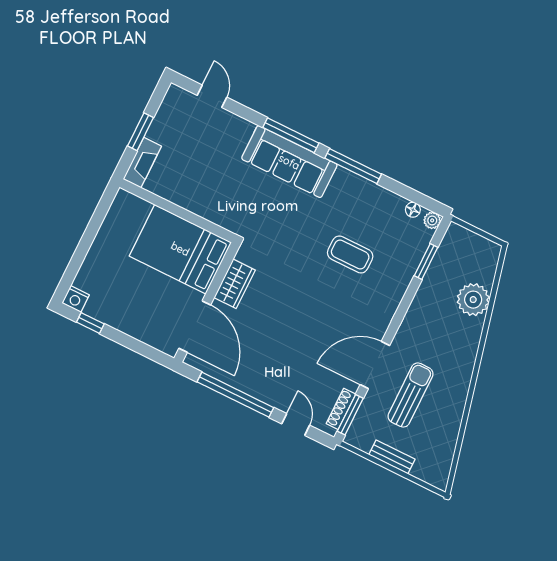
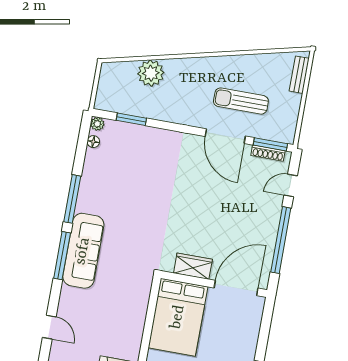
door: (212, 96) -> (49, 327), swing flipped
coffee table: (350, 254) -> (143, 181), removed
bench: (392, 457) -> (299, 75), moved

